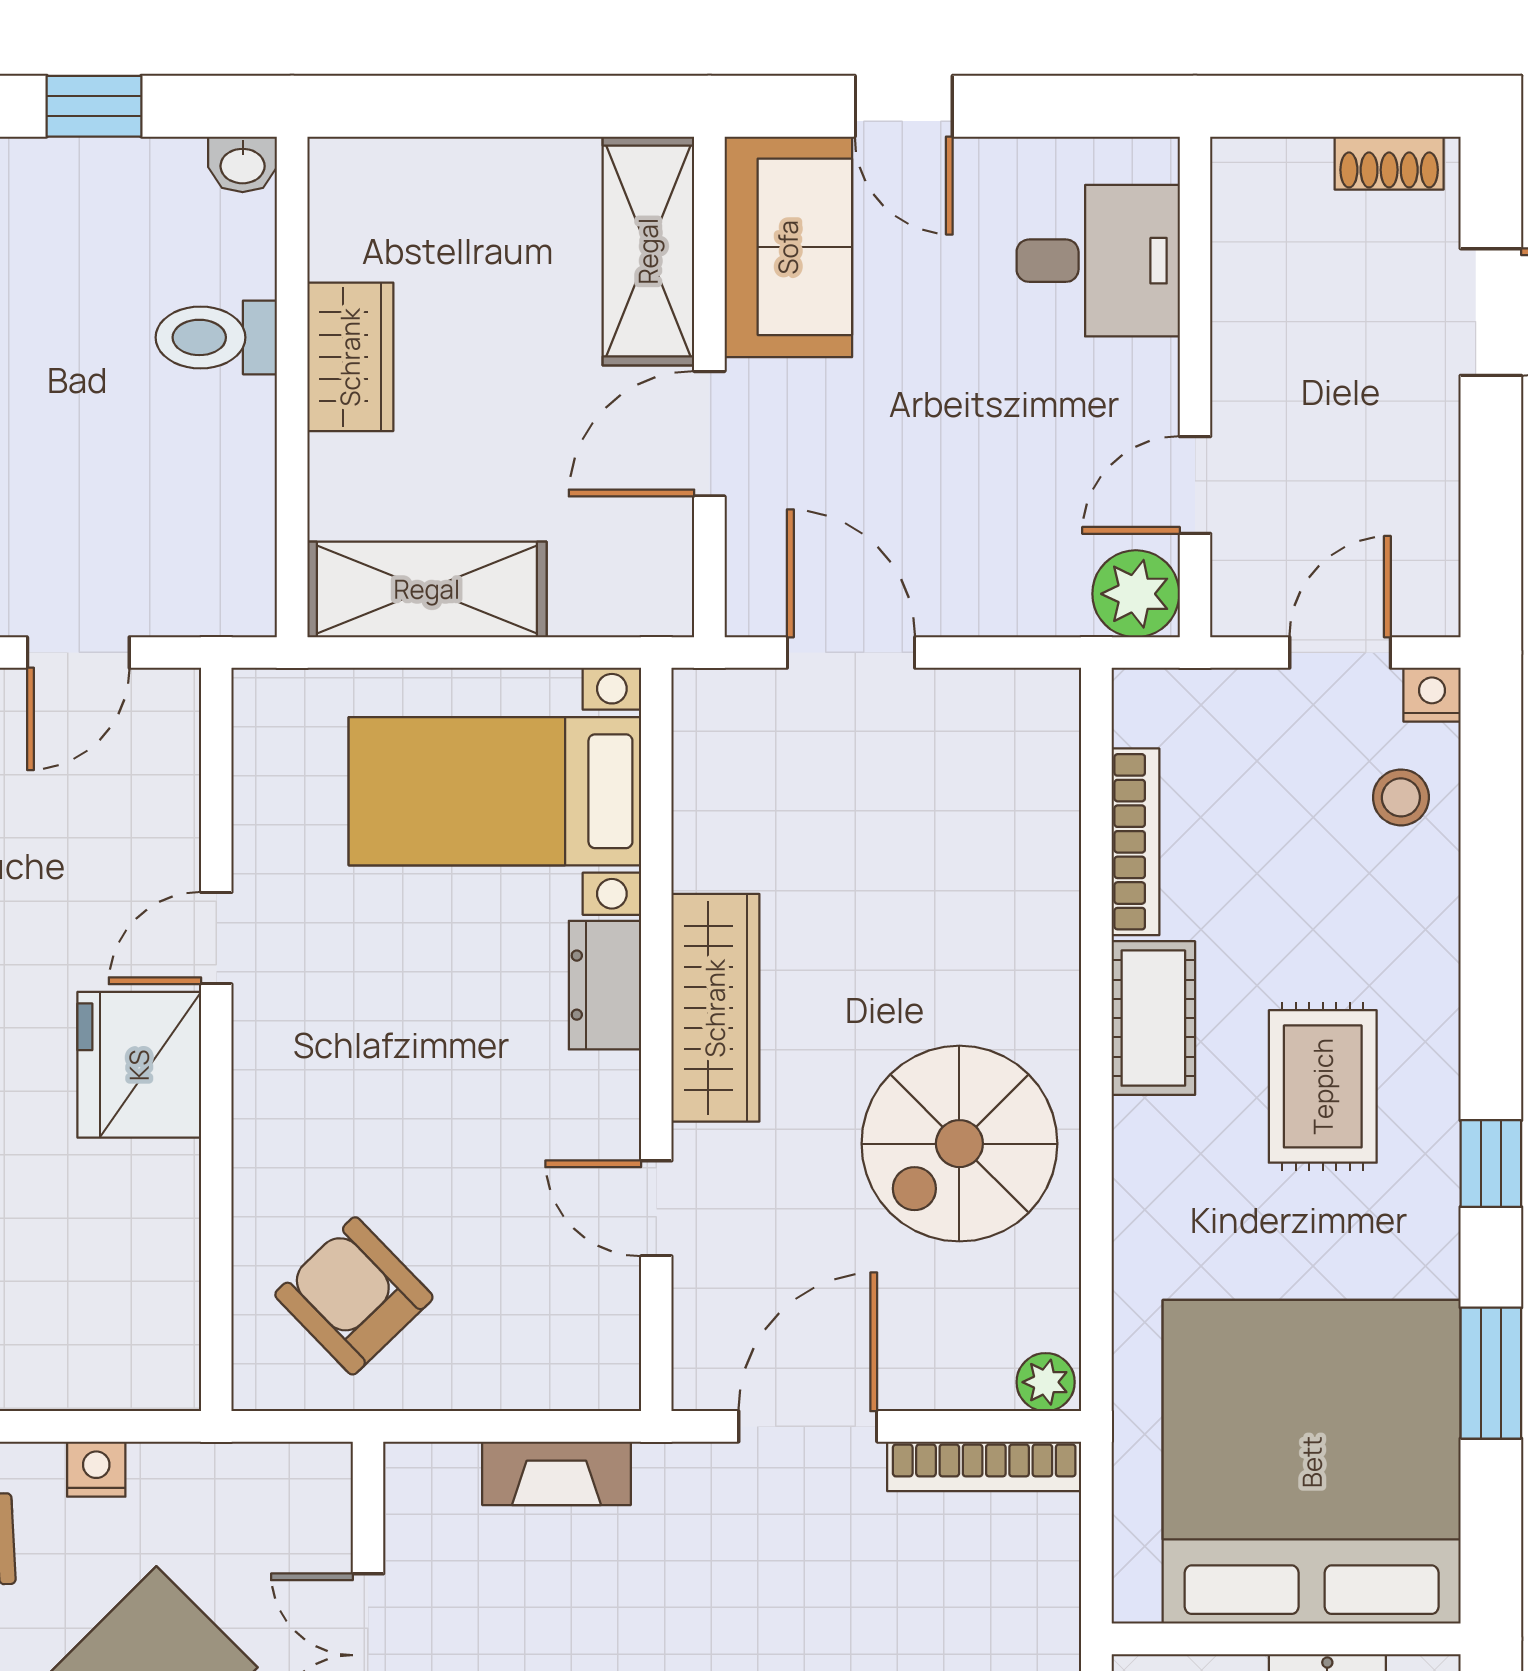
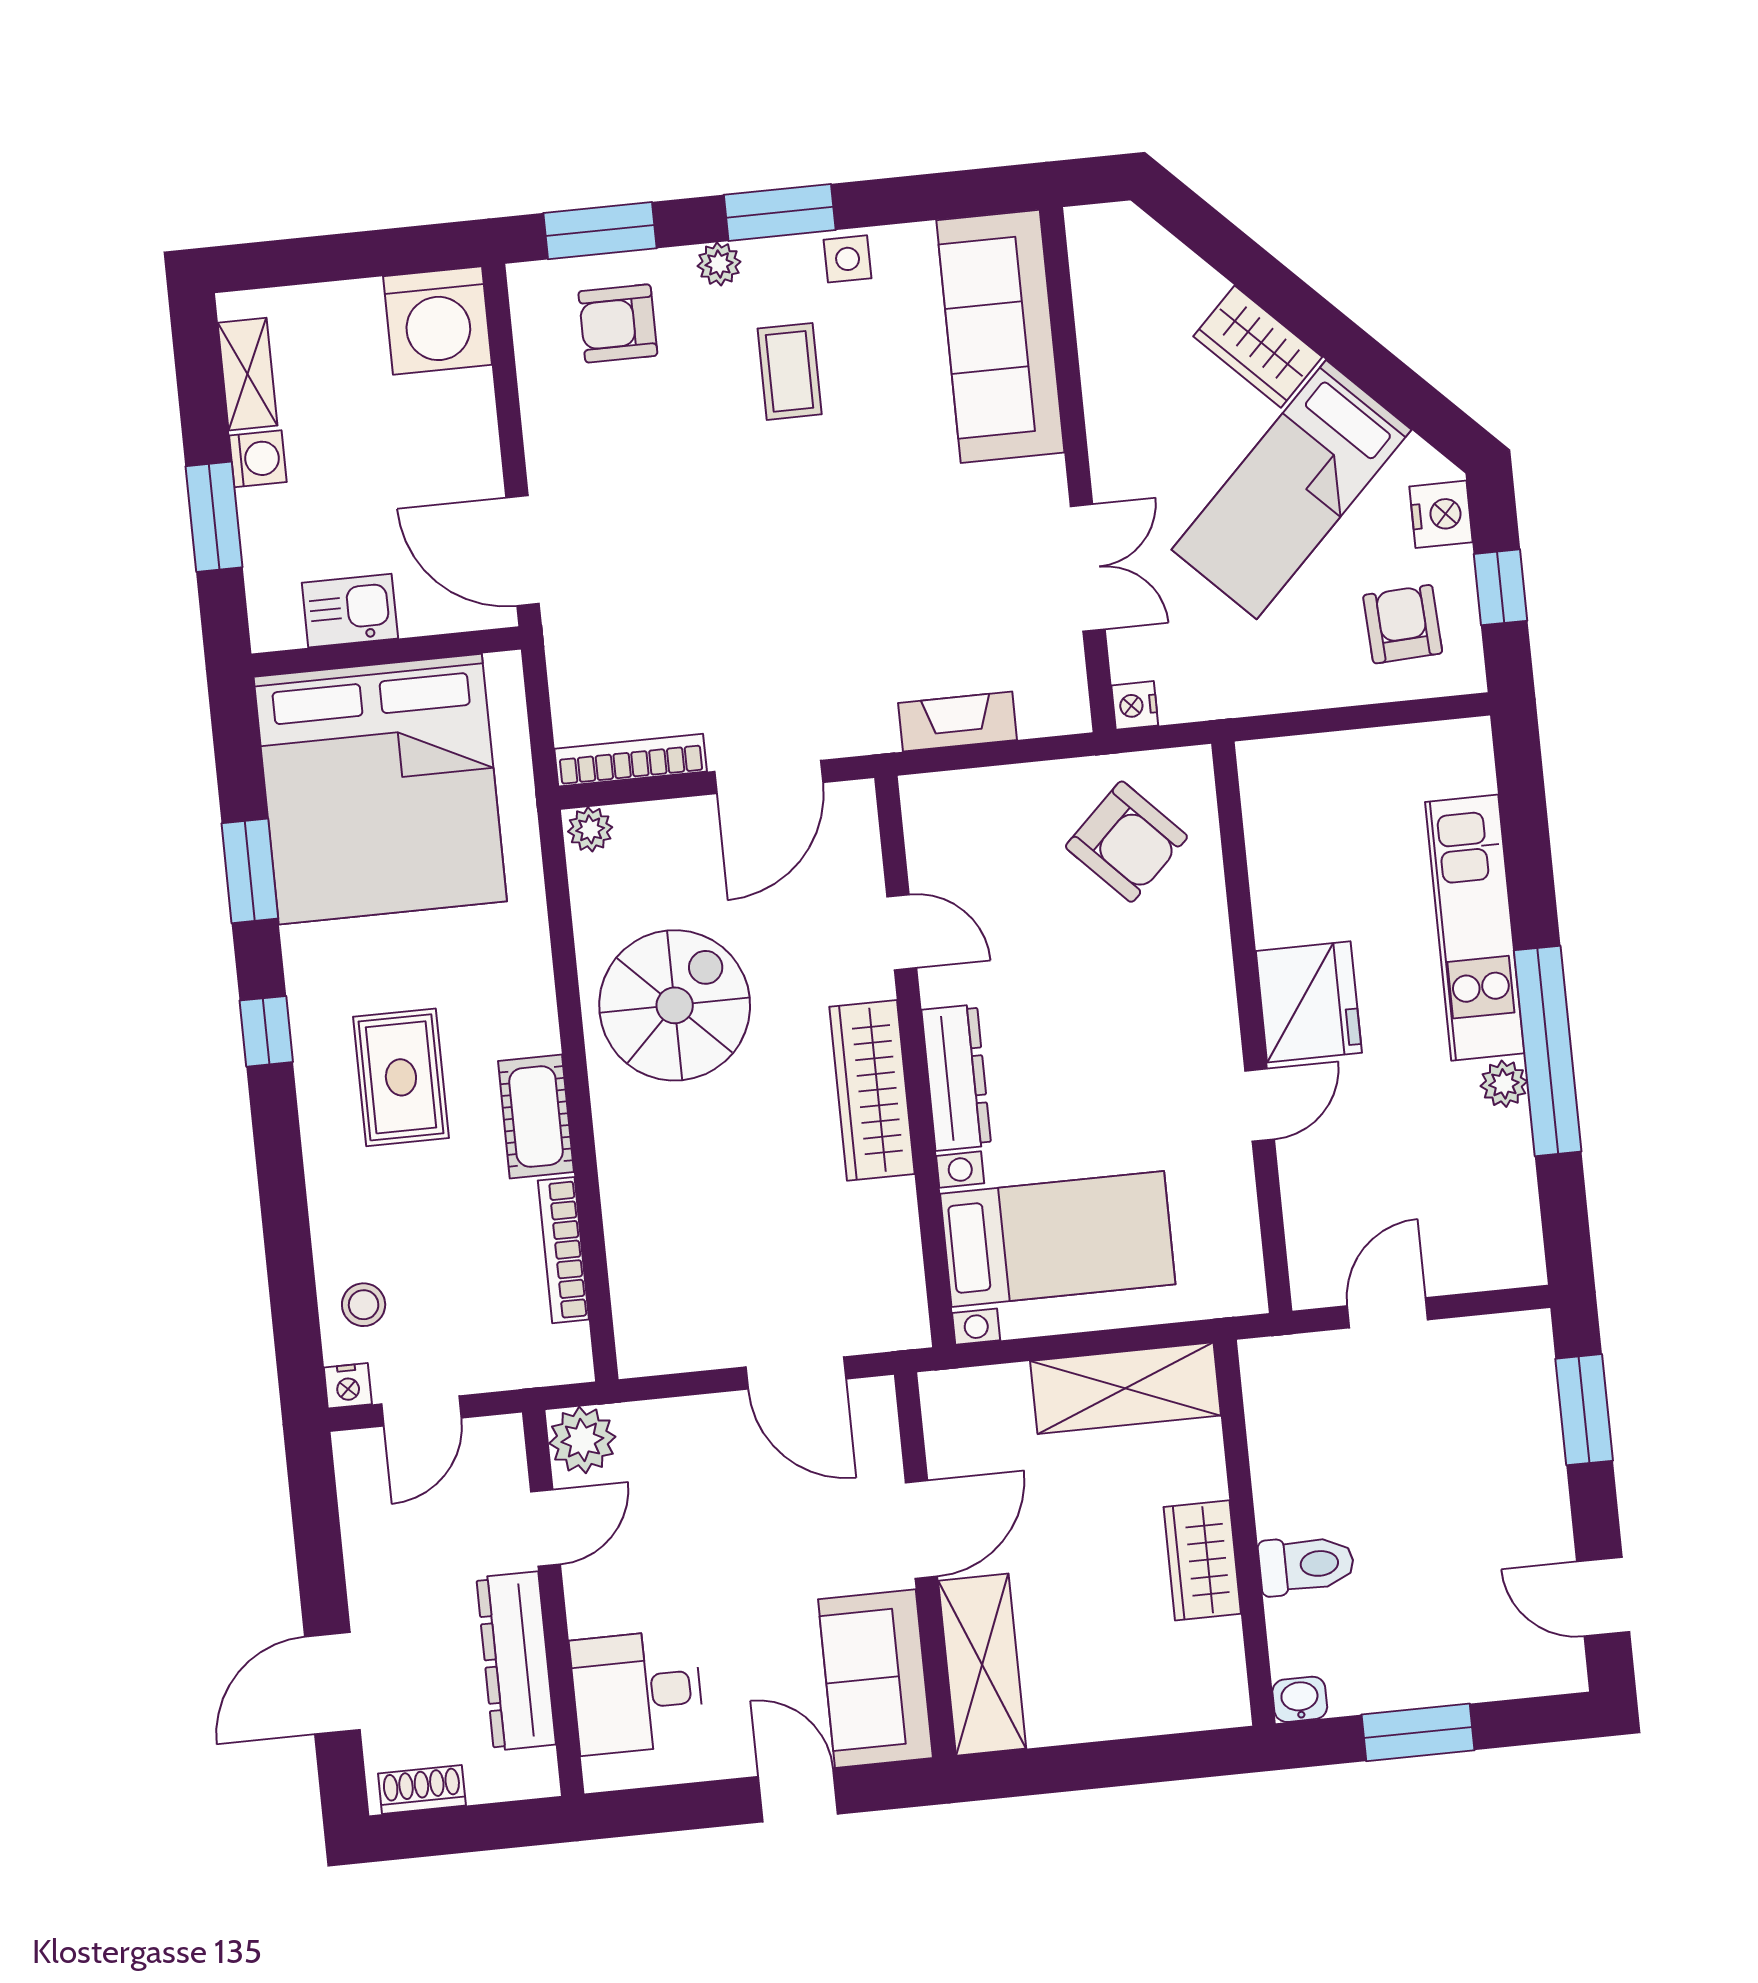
window: (94, 106) -> (1418, 1732), width x1.50
dresser: (1251, 317) -> (516, 1661), added
dresser: (605, 985) -> (956, 1078), width x1.44
nightstand: (96, 1469) -> (1135, 705), moved, turned 90

